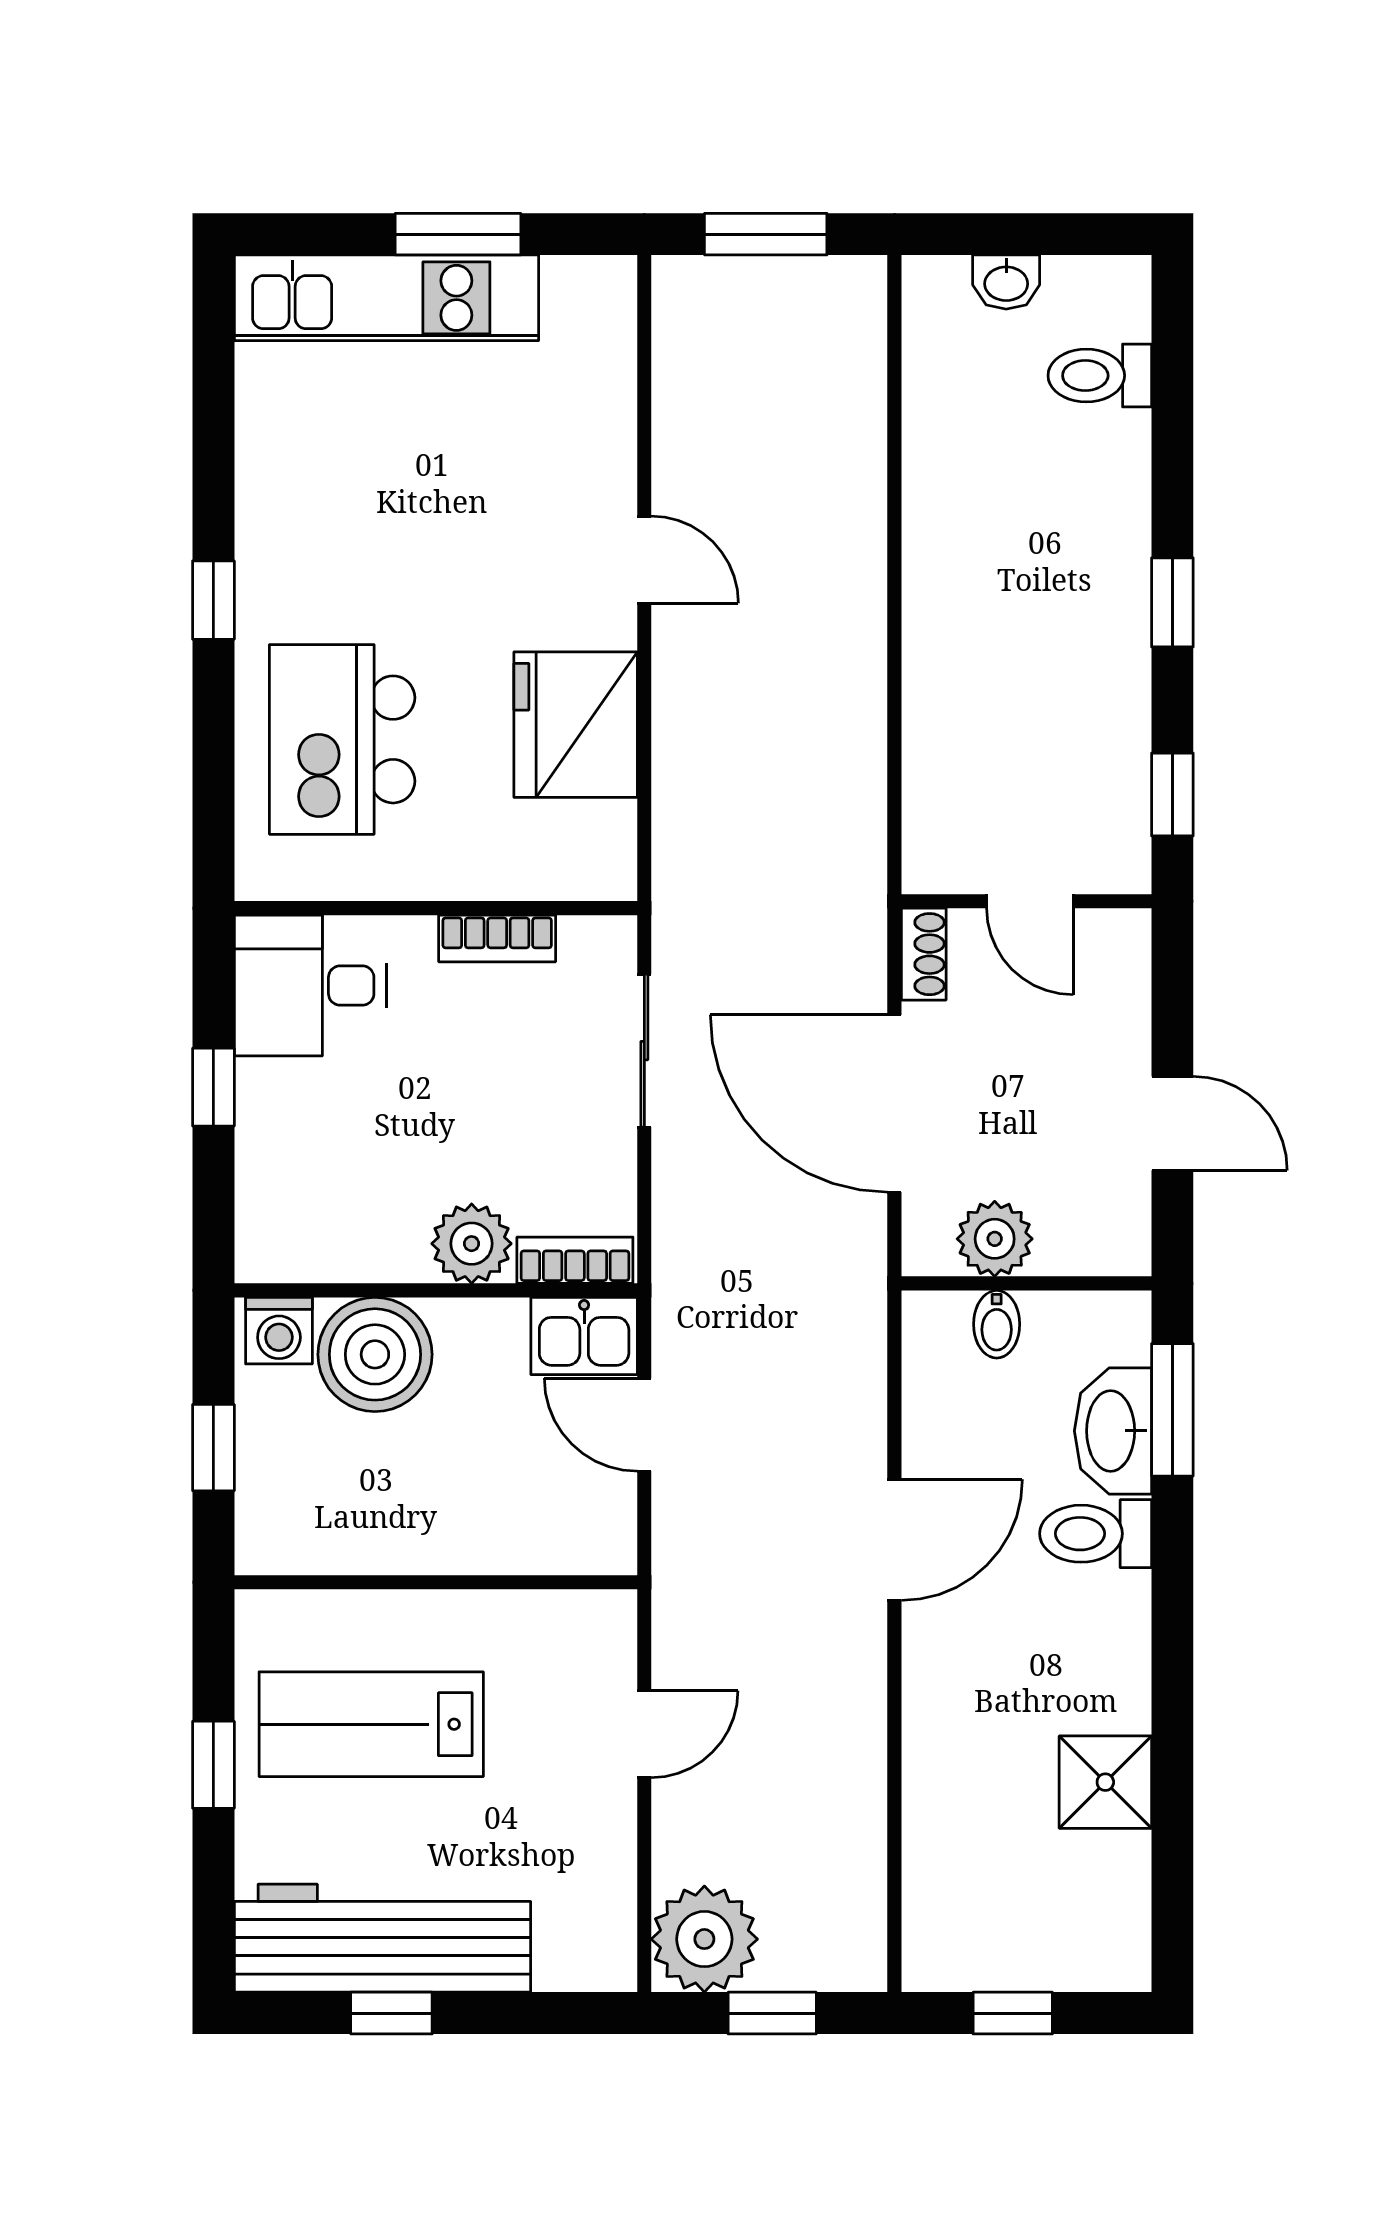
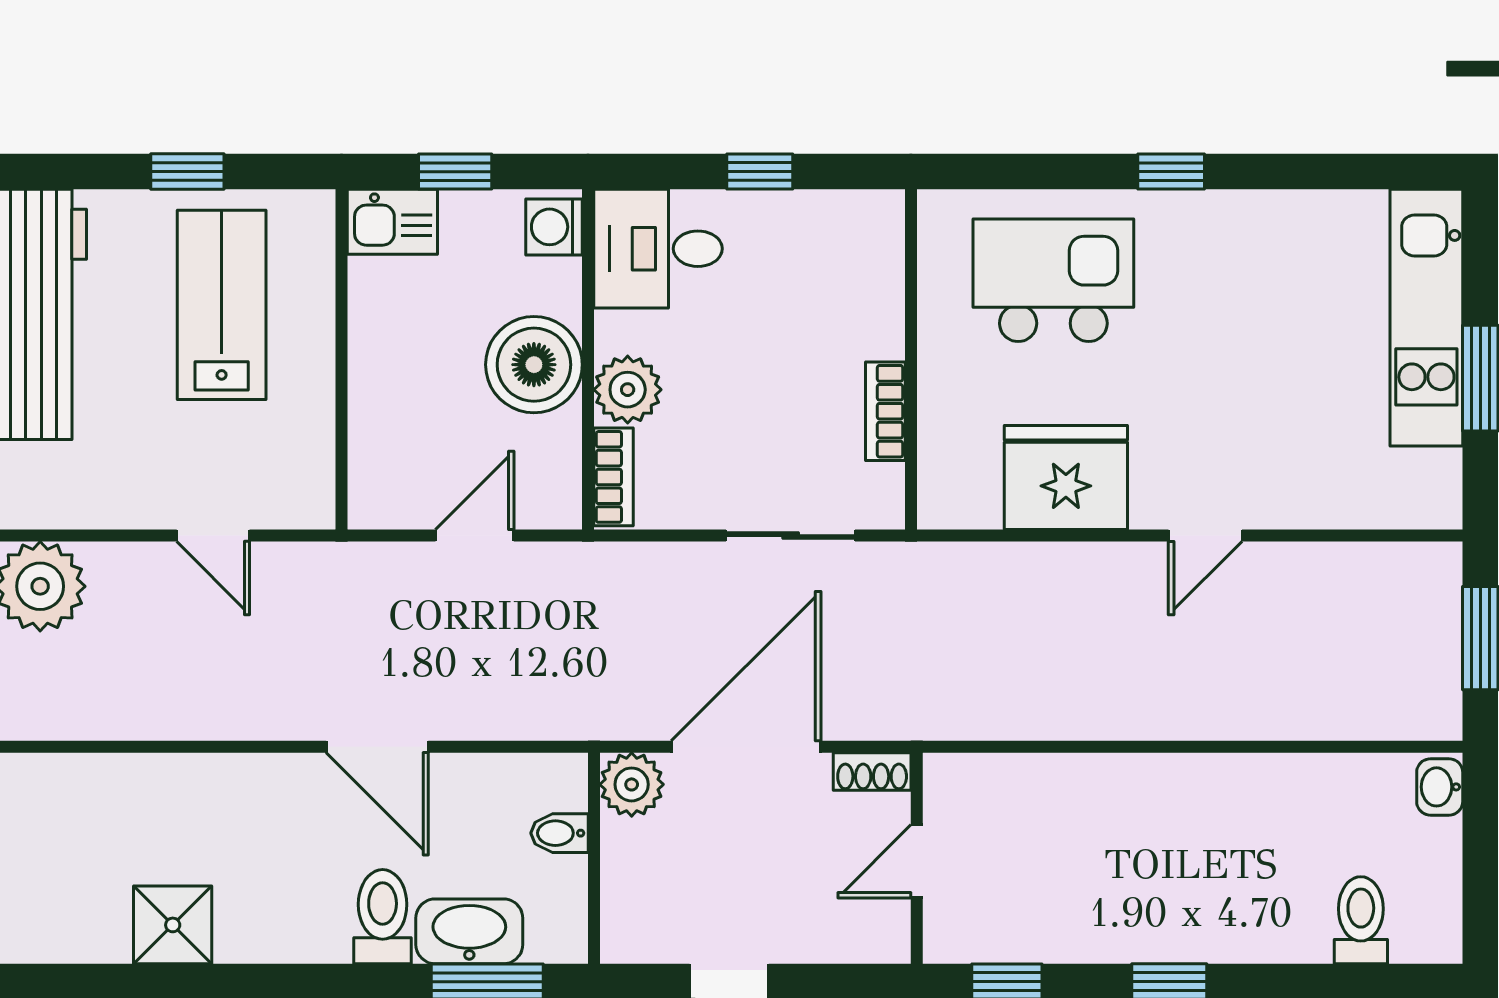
washbasin: (1006, 282) -> (1440, 787), moved
desk: (310, 986) -> (658, 249), moved, turned -90
plant: (995, 1239) -> (632, 784), moved
kitchen sink: (584, 1336) -> (392, 222), moved, turned -90
boiler: (375, 1354) -> (534, 365), moved

